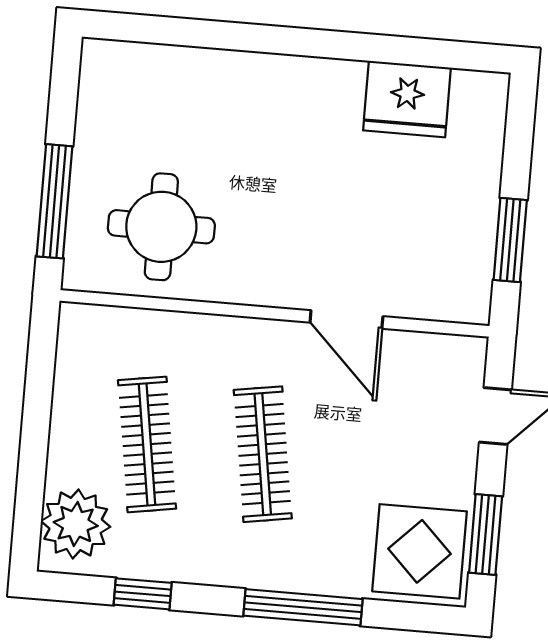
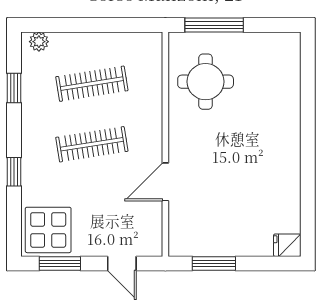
fridge: (407, 99) -> (287, 245), moved, width x0.53, depth x0.75
plant: (76, 524) -> (39, 42), width x0.53, depth x0.53
window: (303, 607) -> (14, 172), width x0.46

